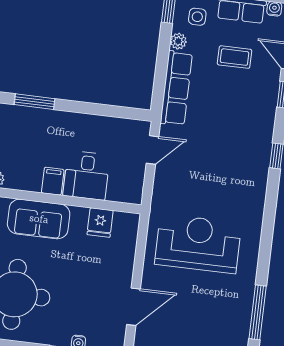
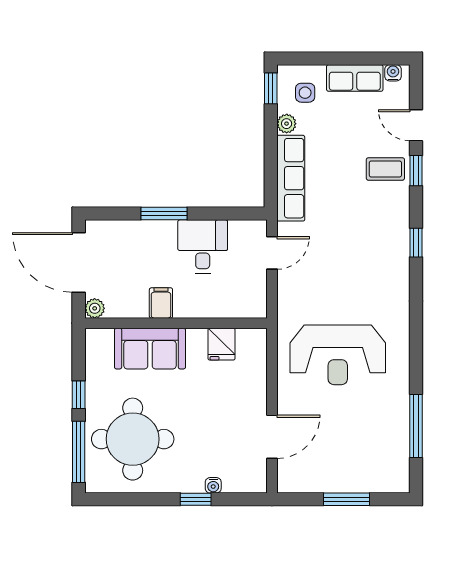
coffee table: (235, 57) -> (385, 169), moved
window: (35, 102) -> (164, 214), moved
desk: (86, 175) -> (203, 246), moved, turned 180
reception desk: (198, 244) -> (338, 355), turned 180

